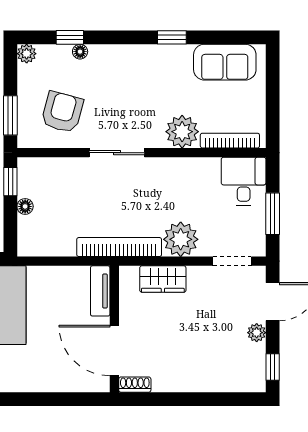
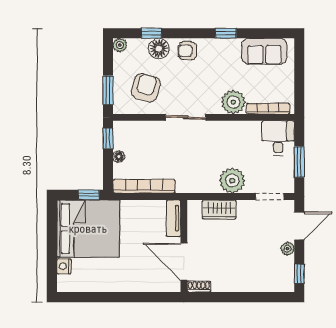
floor lamp: (80, 52) -> (159, 48), width x1.89, depth x1.89
armchair: (119, 61) -> (187, 51), added
bookcase: (119, 247) -> (144, 186), moved

